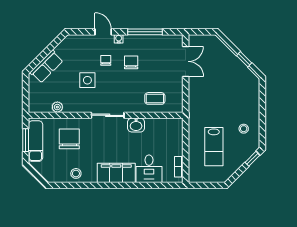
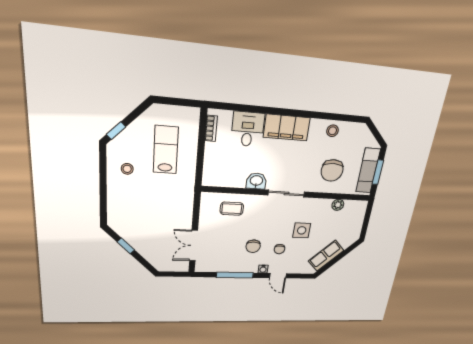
row of seats: (47, 66) -> (326, 256), moved

